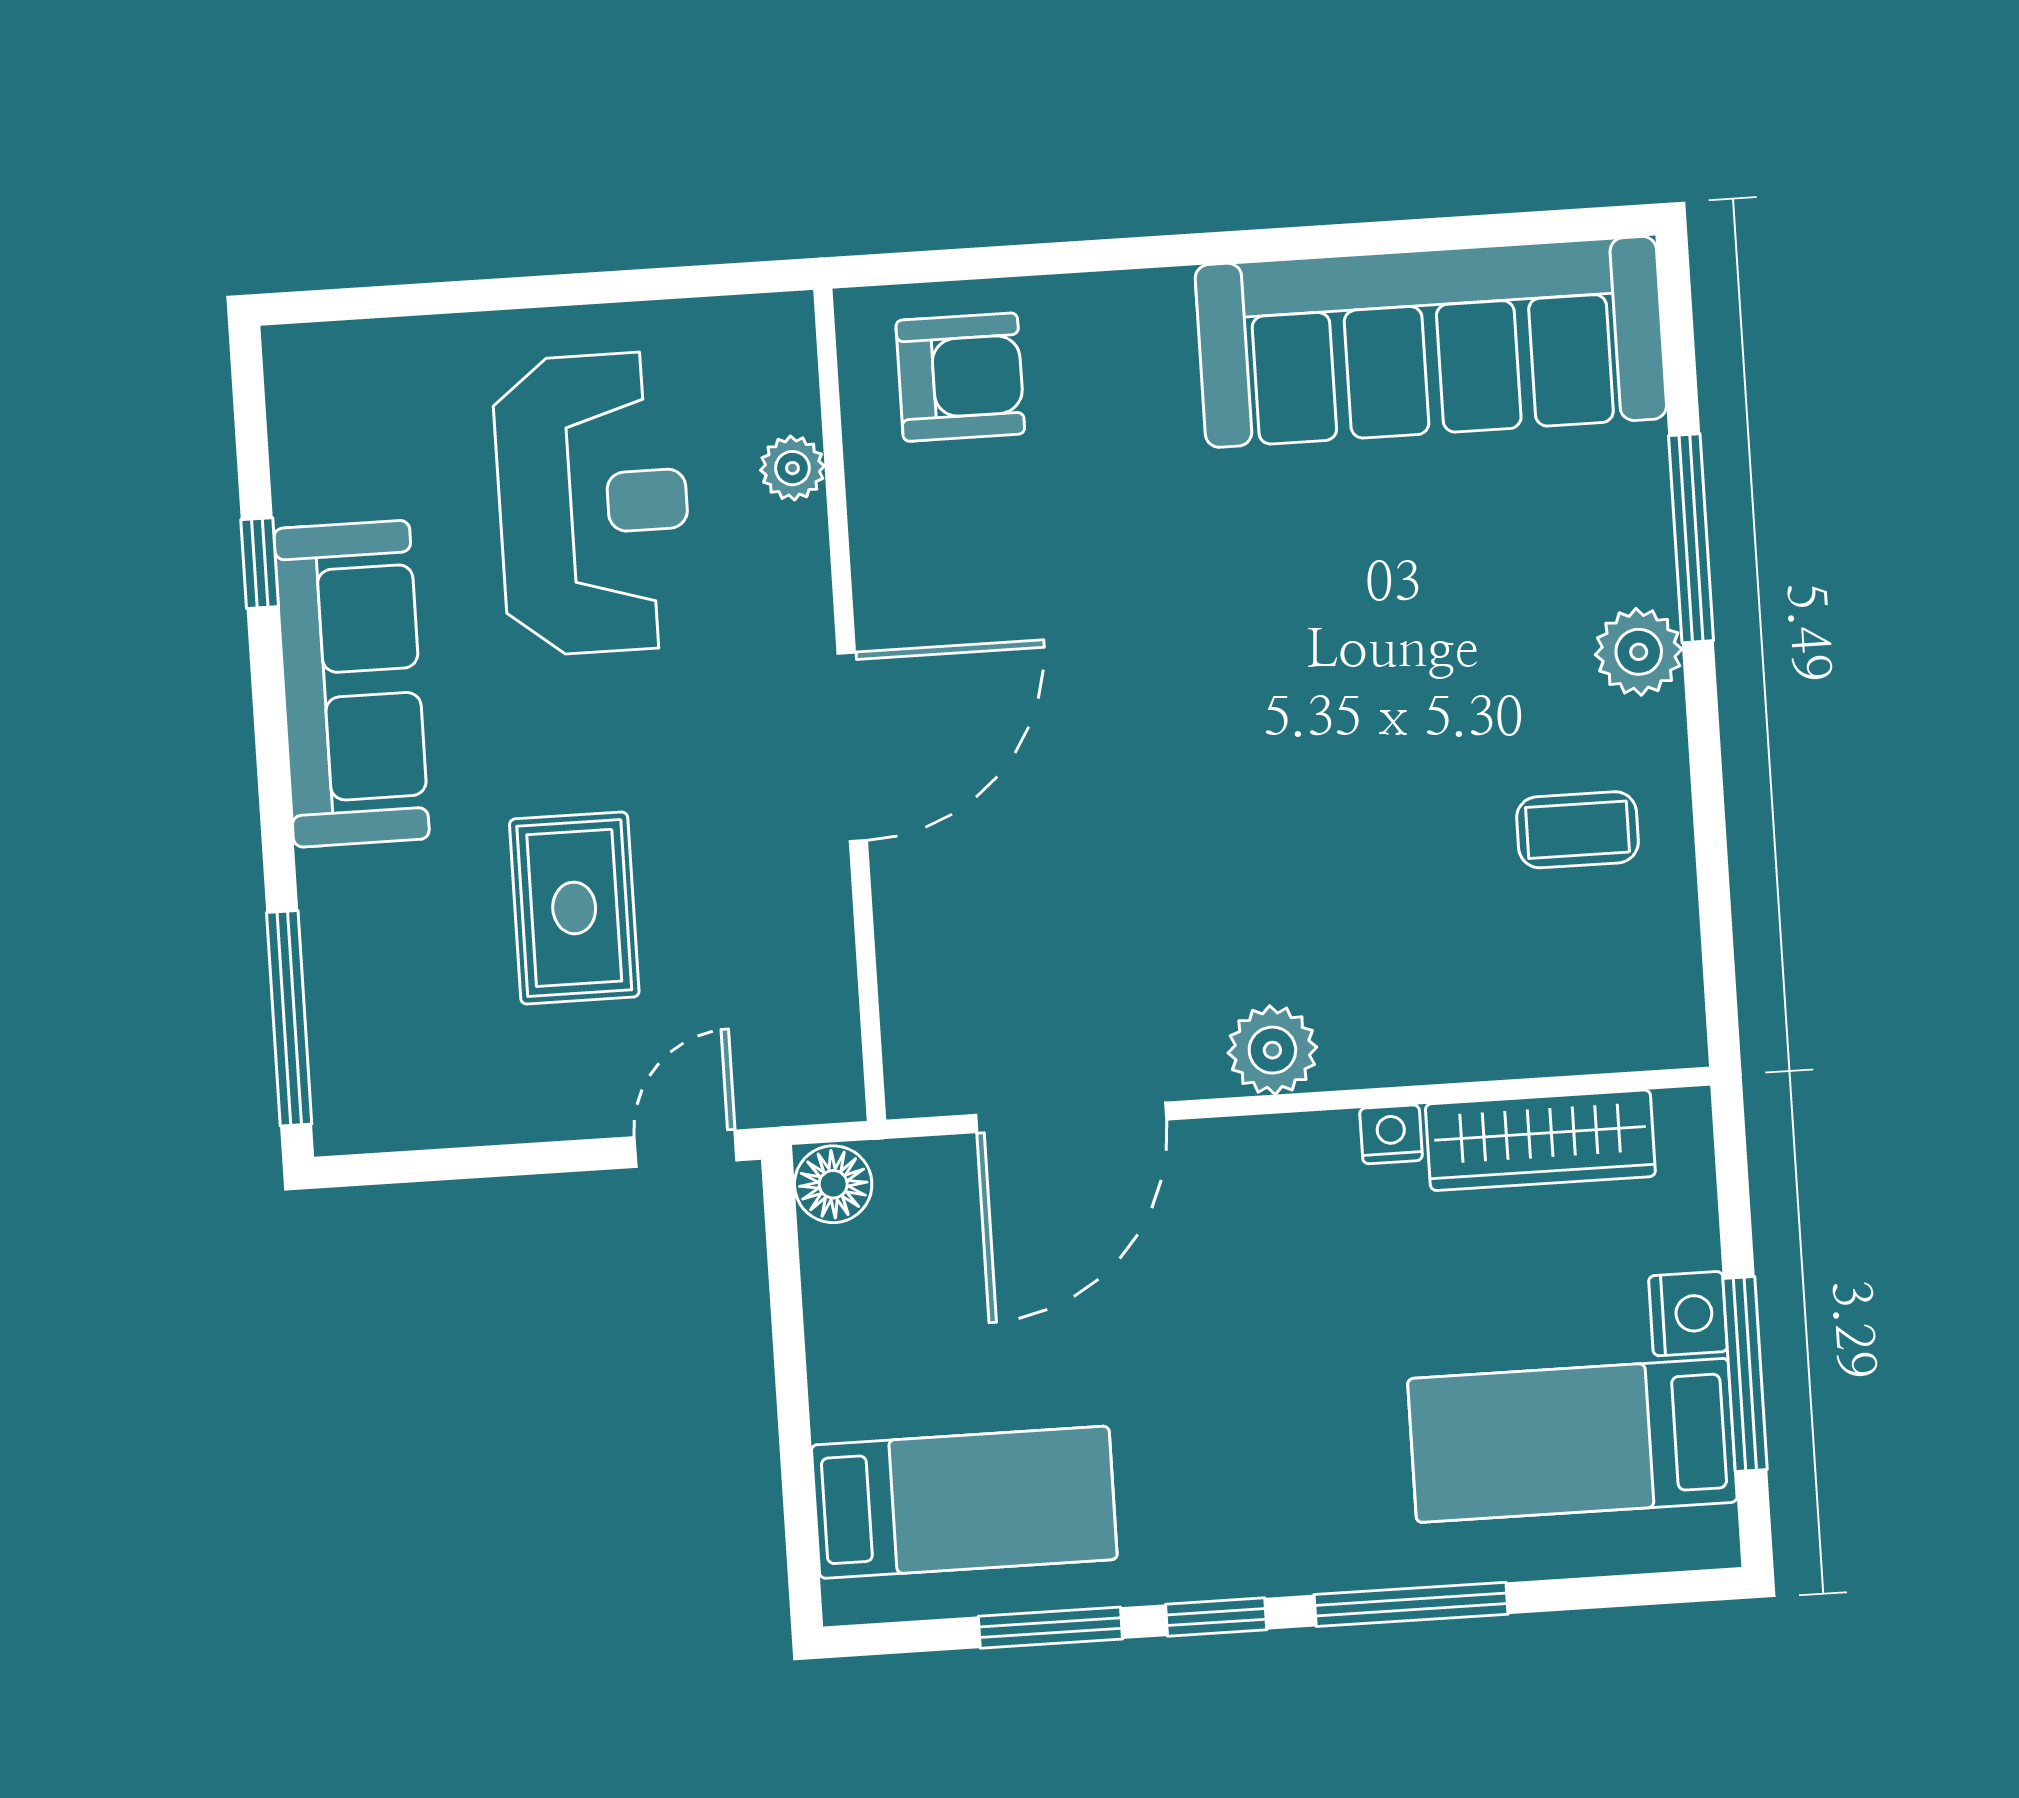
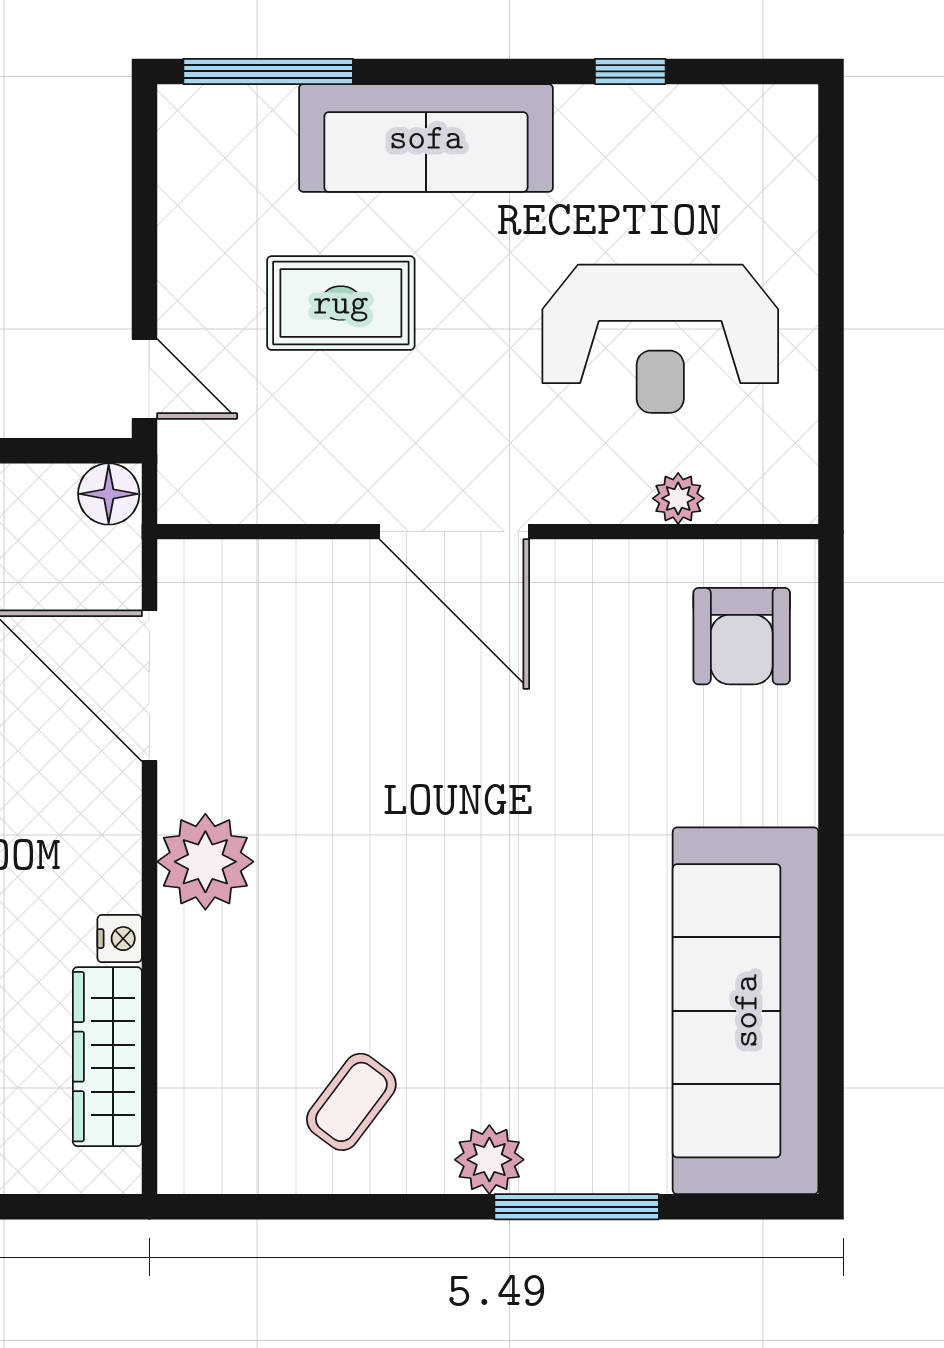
sofa: (352, 684) -> (426, 138), moved
coffee table: (1577, 830) -> (351, 1102), turned 37
plant: (1272, 1050) -> (205, 862), width x1.36, depth x1.36

